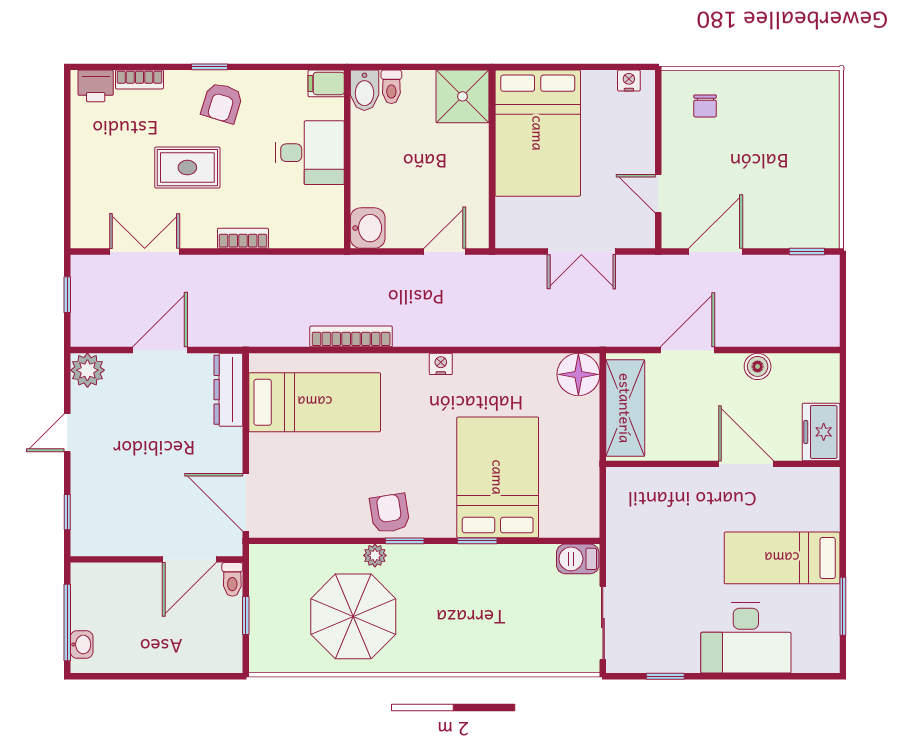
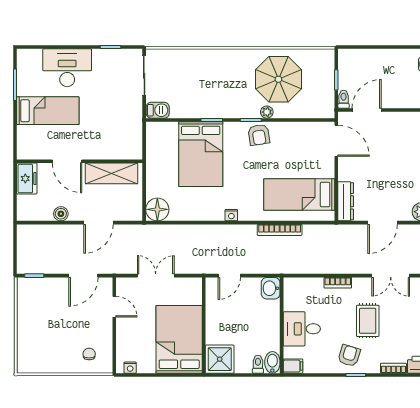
rug: (187, 168) -> (368, 321), turned 90
shelving: (625, 408) -> (111, 173), moved, turned 90

